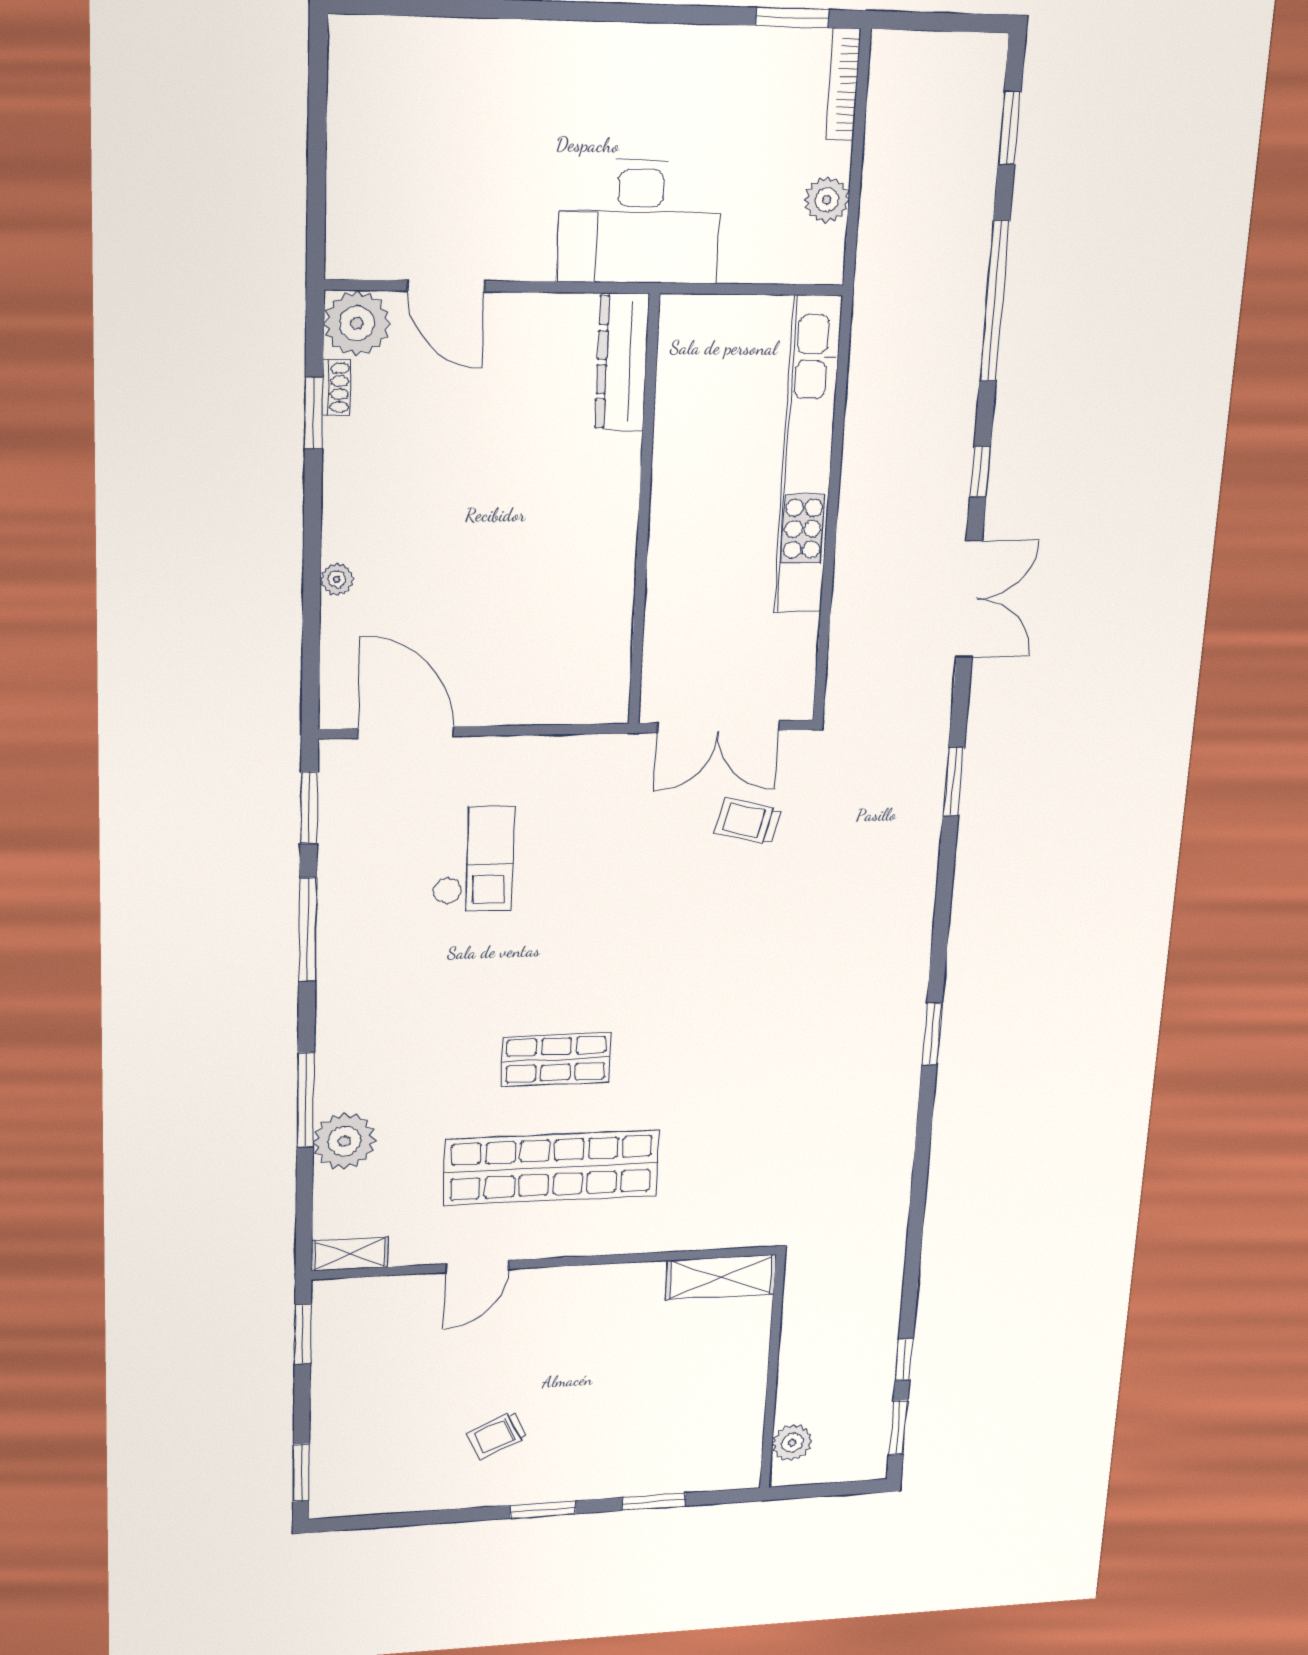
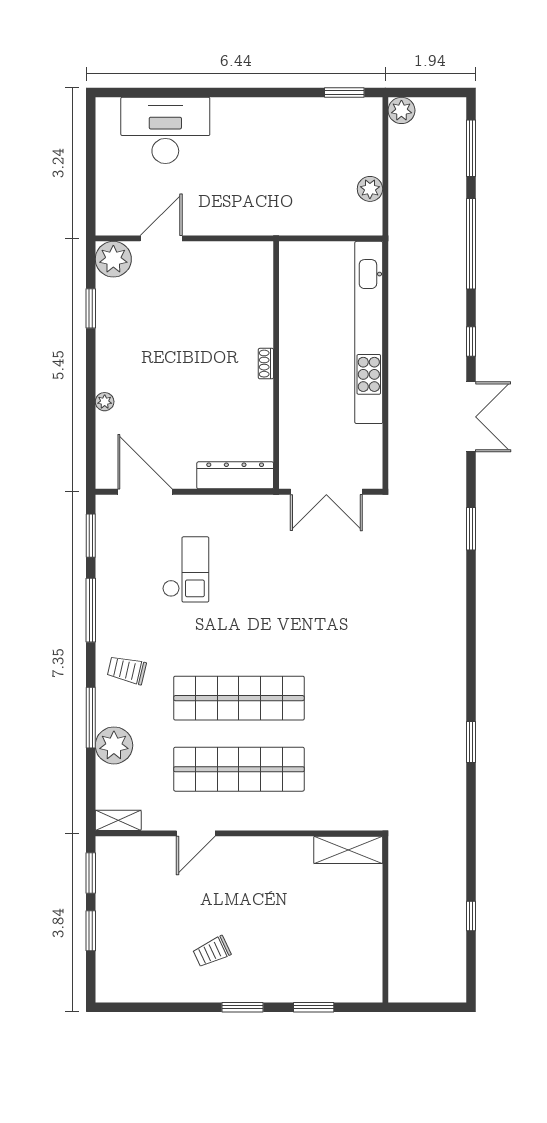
bookcase: (844, 84) -> (375, 127), removed
window: (1009, 128) -> (471, 148), width x1.44
desk: (639, 222) -> (165, 130), moved, turned 180
door: (446, 286) -> (161, 238), swing flipped
dresser: (622, 362) -> (235, 475), moved, turned 90
shoe rack: (336, 388) -> (266, 364), moved, turned 180
trolley: (748, 821) -> (127, 670), moved
window: (932, 1034) -> (471, 742), moved
shop shelf: (556, 1059) -> (239, 698), width x2.00, depth x1.36
window: (898, 1427) -> (471, 965), removed
plant: (792, 1443) -> (401, 110), moved
window: (301, 1473) -> (91, 931), moved

